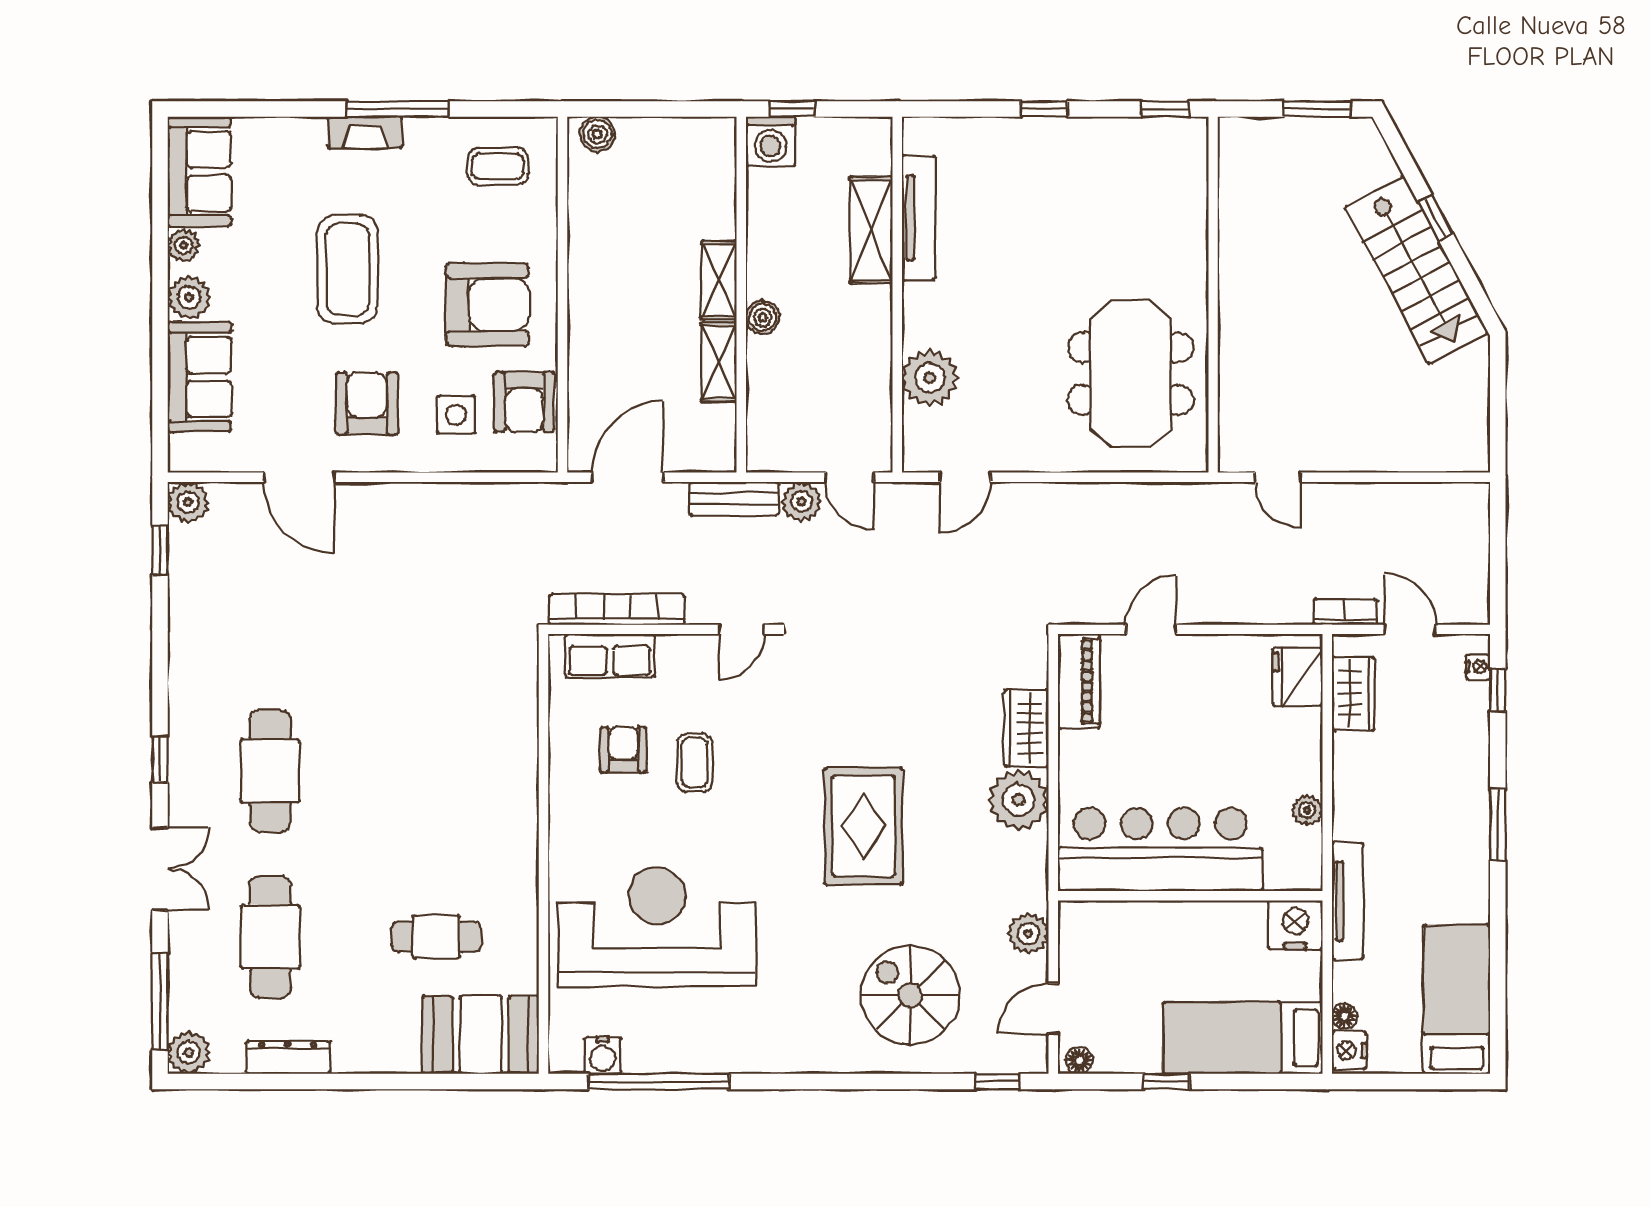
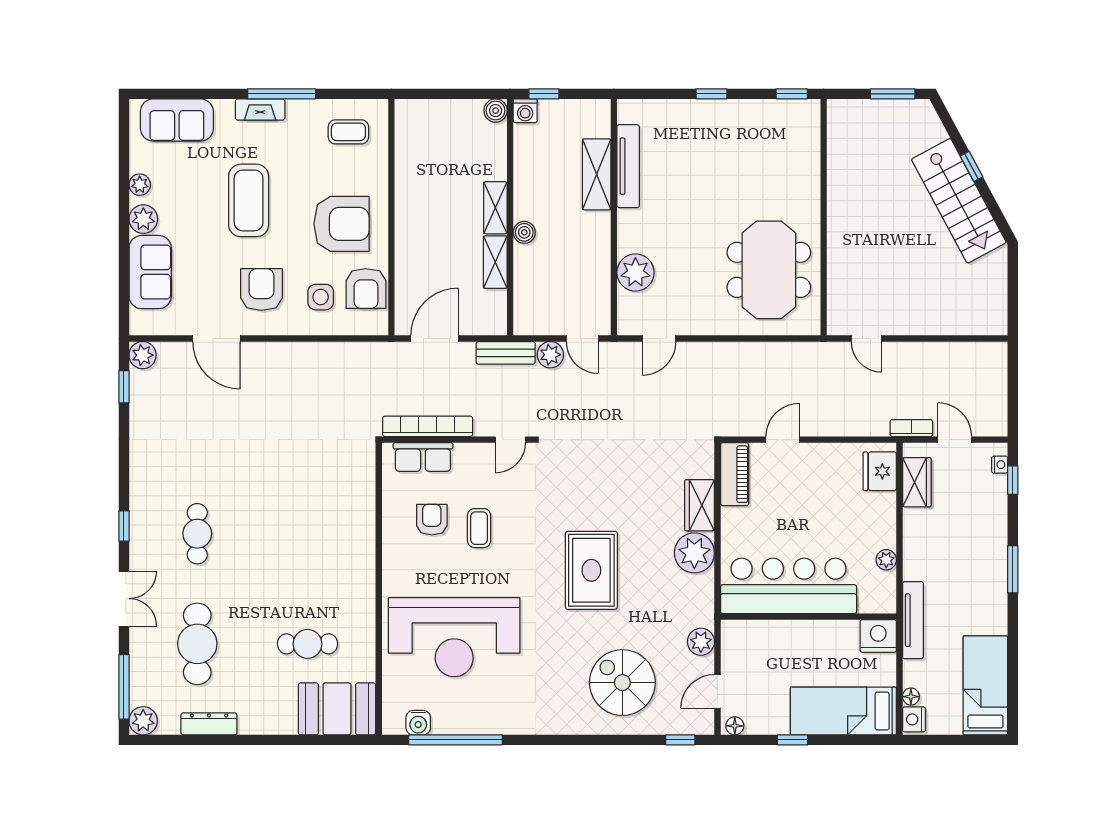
boiler: (597, 134) -> (496, 111), moved
washing machine: (771, 141) -> (525, 111), width x0.73, depth x0.73
sofa: (199, 171) -> (177, 120), moved, turned 90
cafe table: (270, 771) -> (197, 534), width x0.73, depth x0.74
reception desk: (657, 927) -> (454, 637), turned 180

